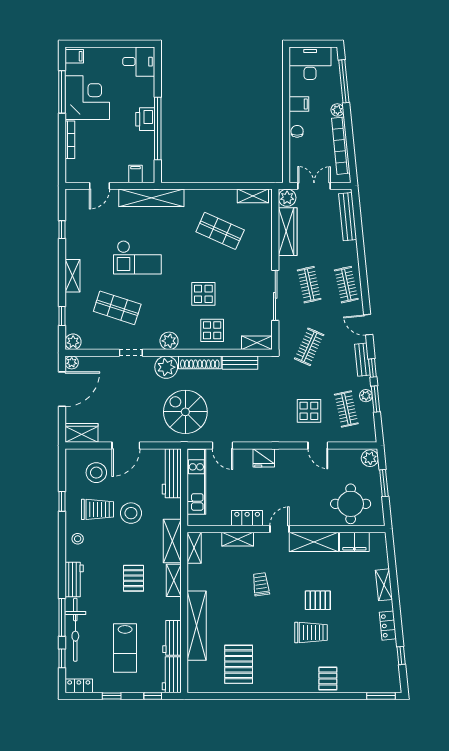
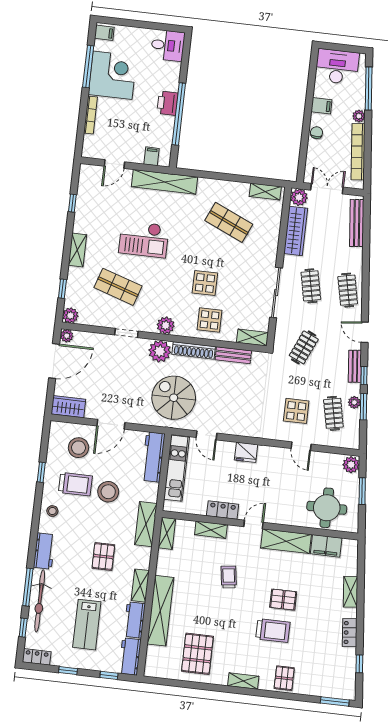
shelving: (174, 580) -> (140, 586), moved
shelving: (287, 686) -> (243, 681), added

